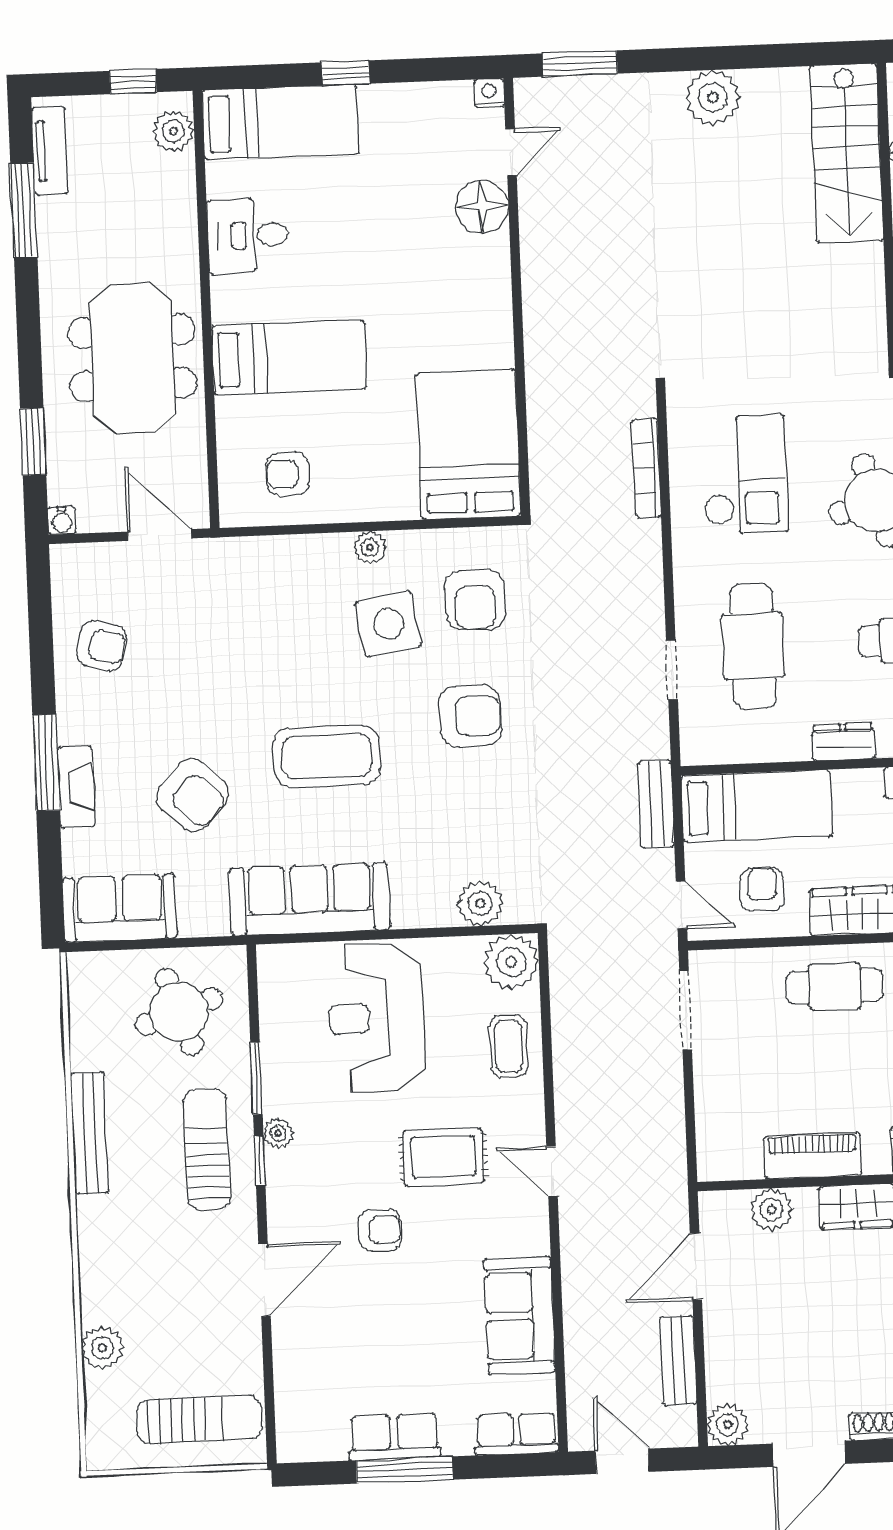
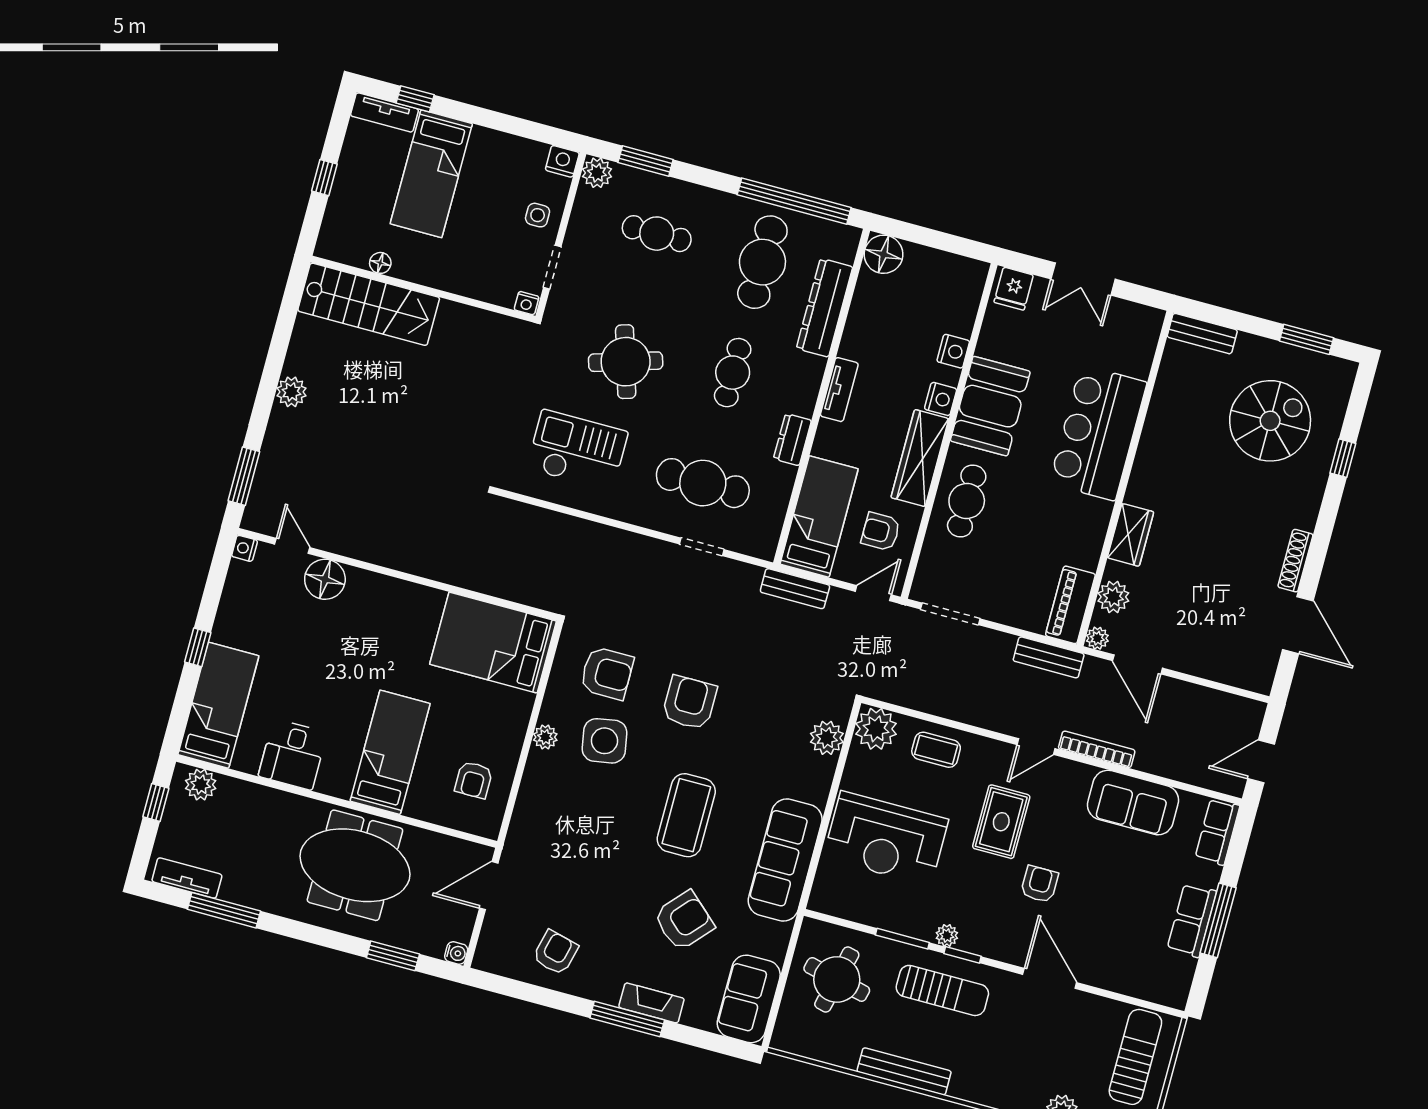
plant: (713, 97) -> (291, 392), width x0.73, depth x0.73
bookcase: (647, 468) -> (1097, 749), moved, turned 180
round table: (179, 1012) -> (837, 979), turned 32
sun lounger: (207, 1149) -> (942, 990), turned 180
piano: (813, 1156) -> (1070, 605), moved
bench: (678, 1360) -> (1049, 657), moved
plant: (728, 1425) -> (1097, 638), moved, width x0.73, depth x0.73

